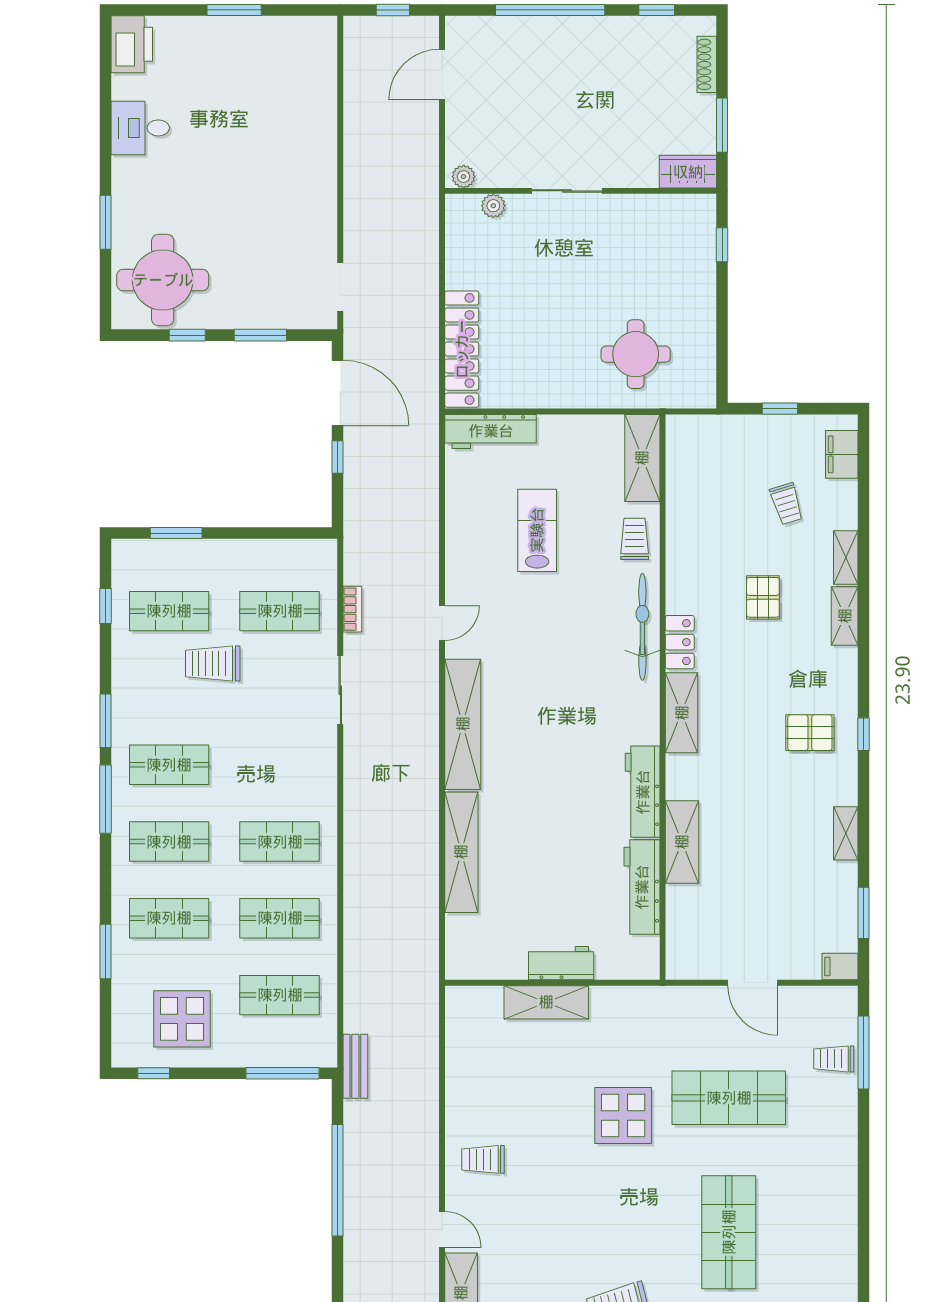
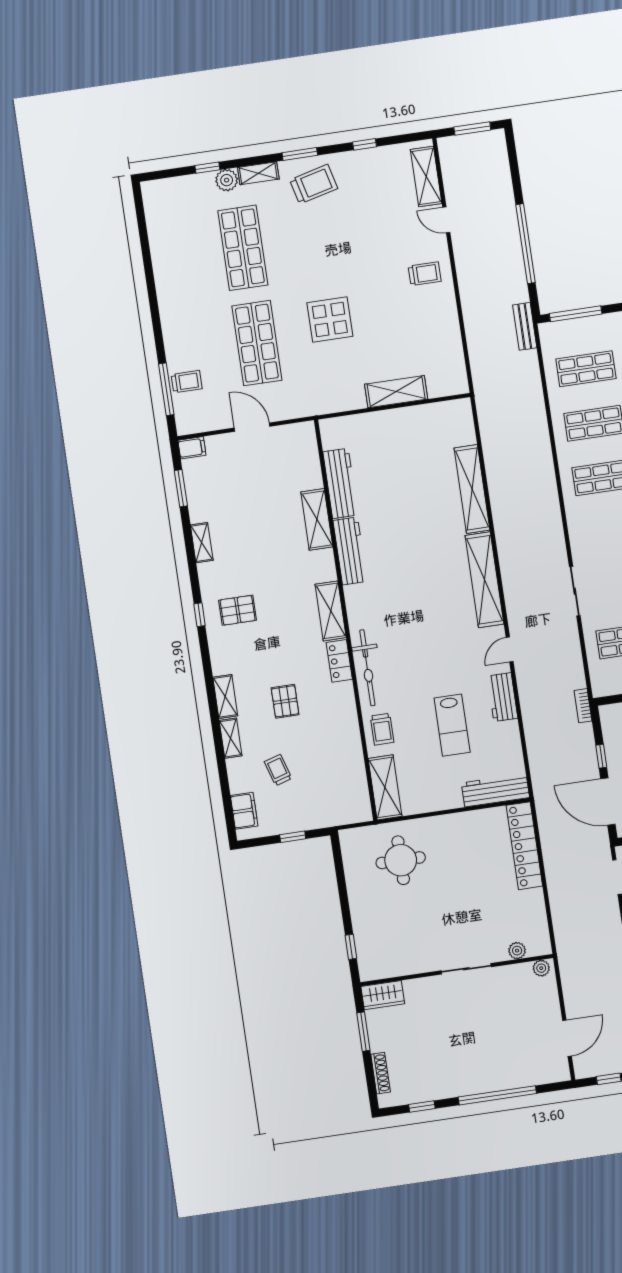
bookcase: (352, 609) -> (583, 706), moved
workbench: (561, 963) -> (503, 697), moved, turned 90
shop shelf: (729, 1098) -> (257, 343), turned 90

